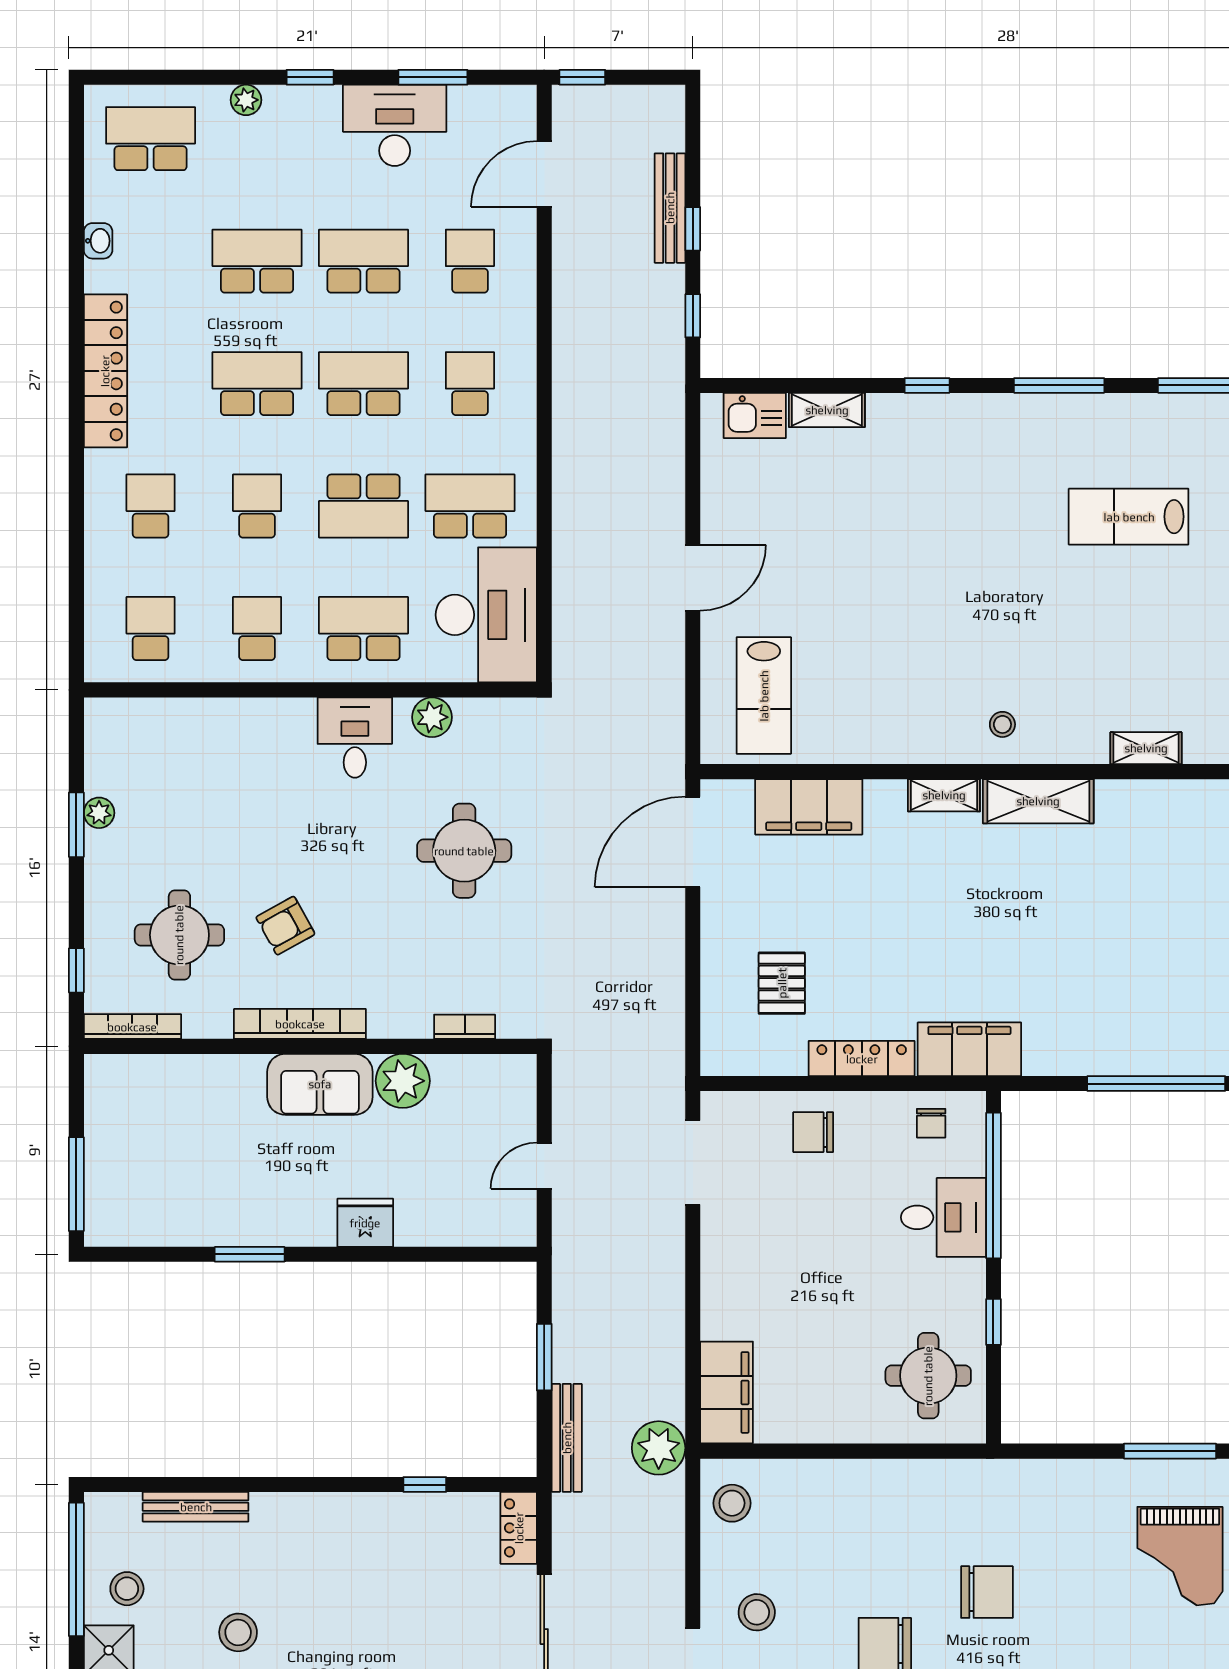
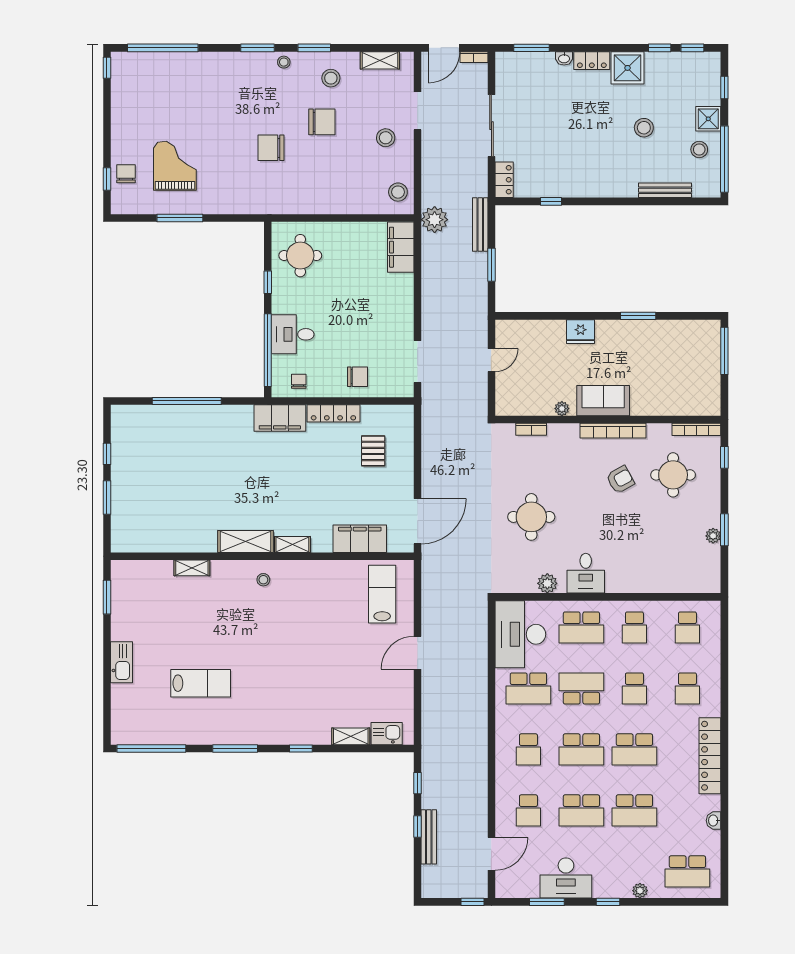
plant: (403, 1081) -> (562, 409), width x0.53, depth x0.53

